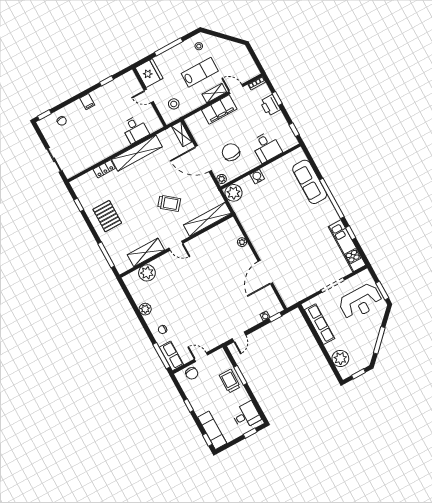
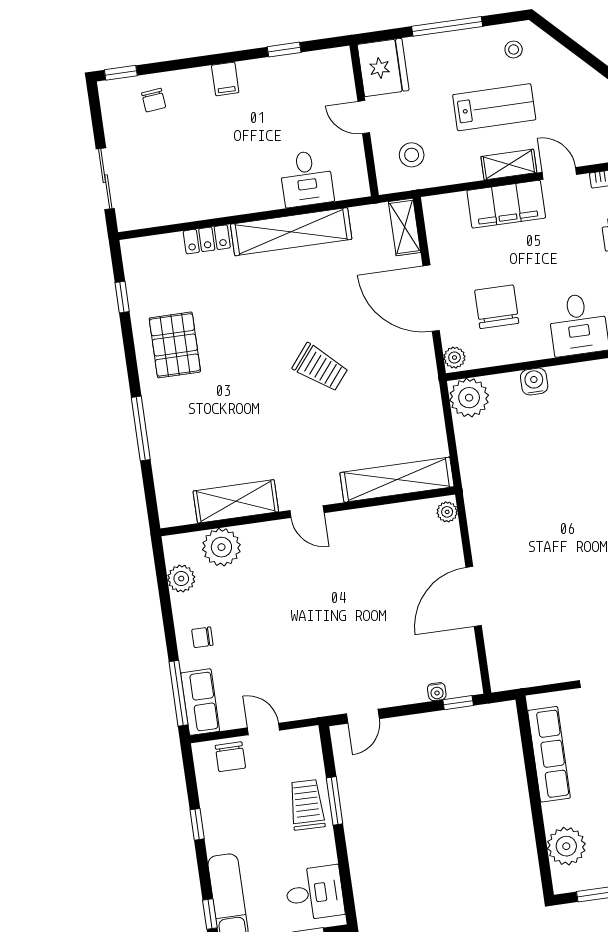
shelving: (207, 219) -> (397, 480), moved
door: (176, 246) -> (307, 512), moved
wall: (176, 246) -> (308, 512), moved
shelving: (146, 252) -> (236, 501), moved
plant: (147, 273) -> (221, 547), moved

